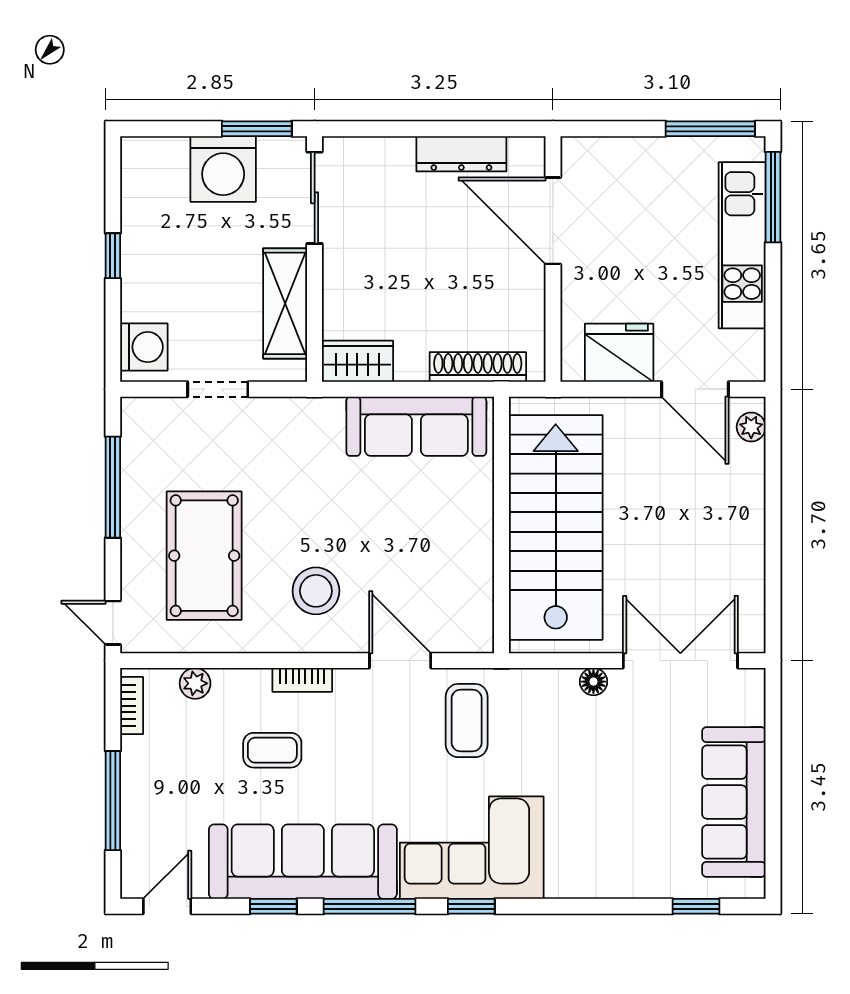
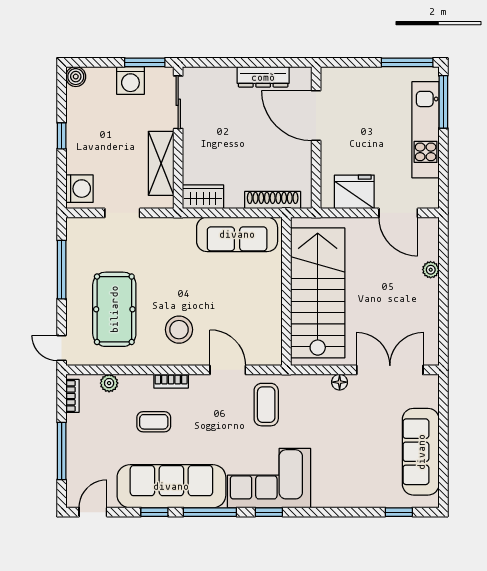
boiler: (137, 153) -> (76, 77), added
washing machine: (223, 169) -> (130, 80), width x0.73, depth x0.73
plant: (751, 427) -> (431, 270), moved

